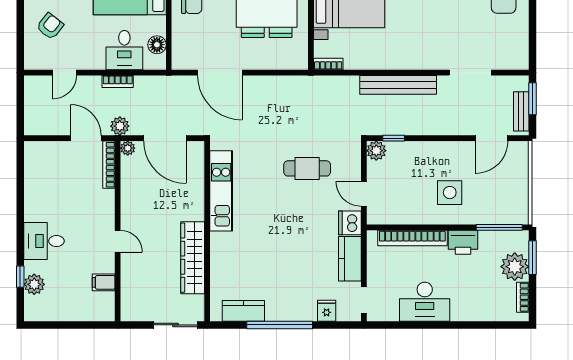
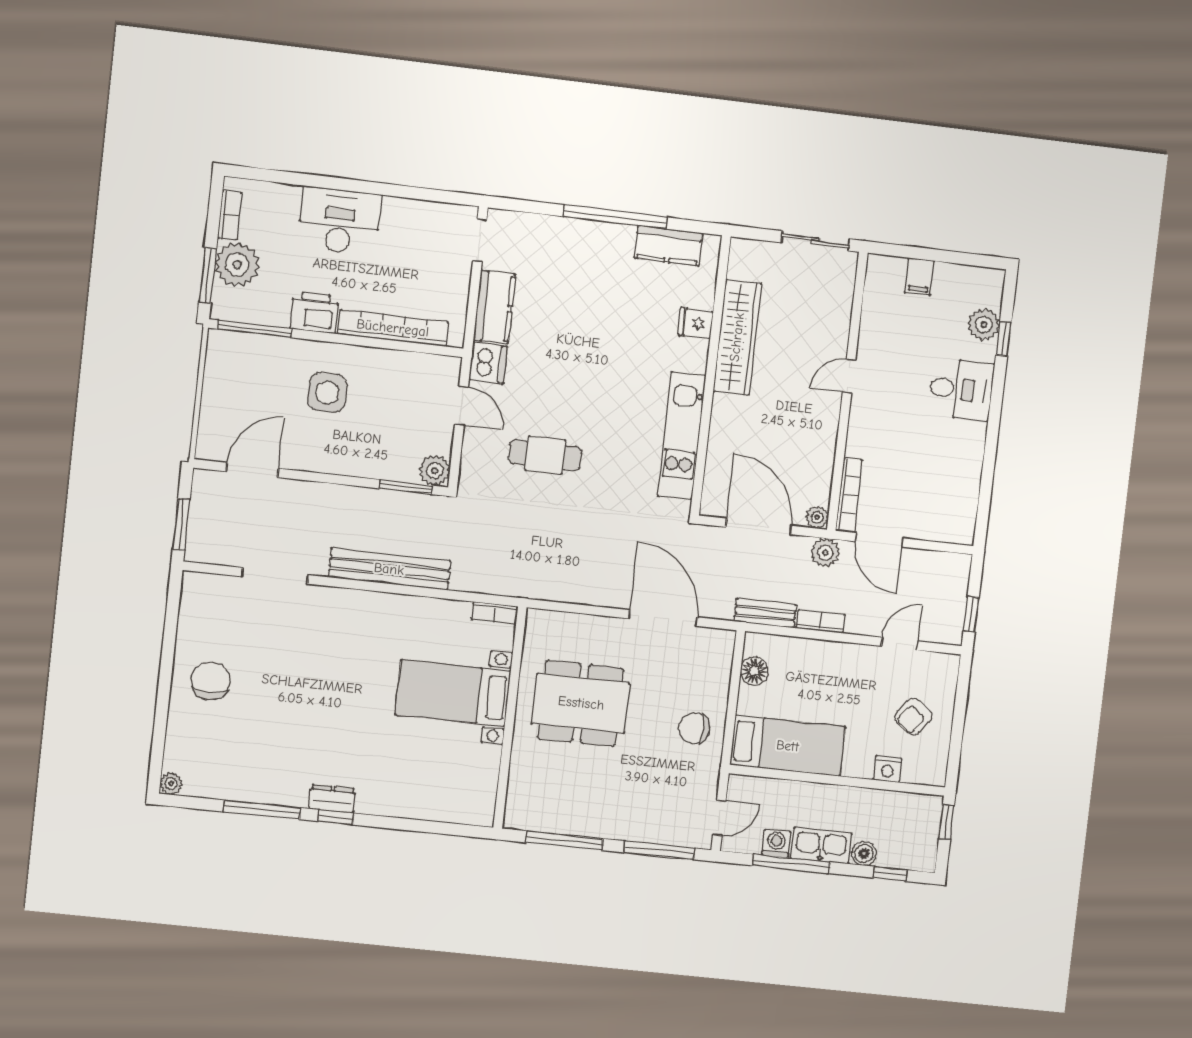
desk: (124, 50) -> (805, 668), removed
window: (20, 97) -> (971, 614), added
bench: (521, 111) -> (765, 613), moved, turned 90
window: (394, 138) -> (406, 487), width x1.50
door: (118, 241) -> (849, 376), hinge flipped
filing cabinet: (104, 282) -> (919, 277), moved, turned 90
desk: (425, 302) -> (340, 221), moved
fridge: (327, 311) -> (696, 323), moved, turned 90
sliding door: (176, 325) -> (815, 241), moved

